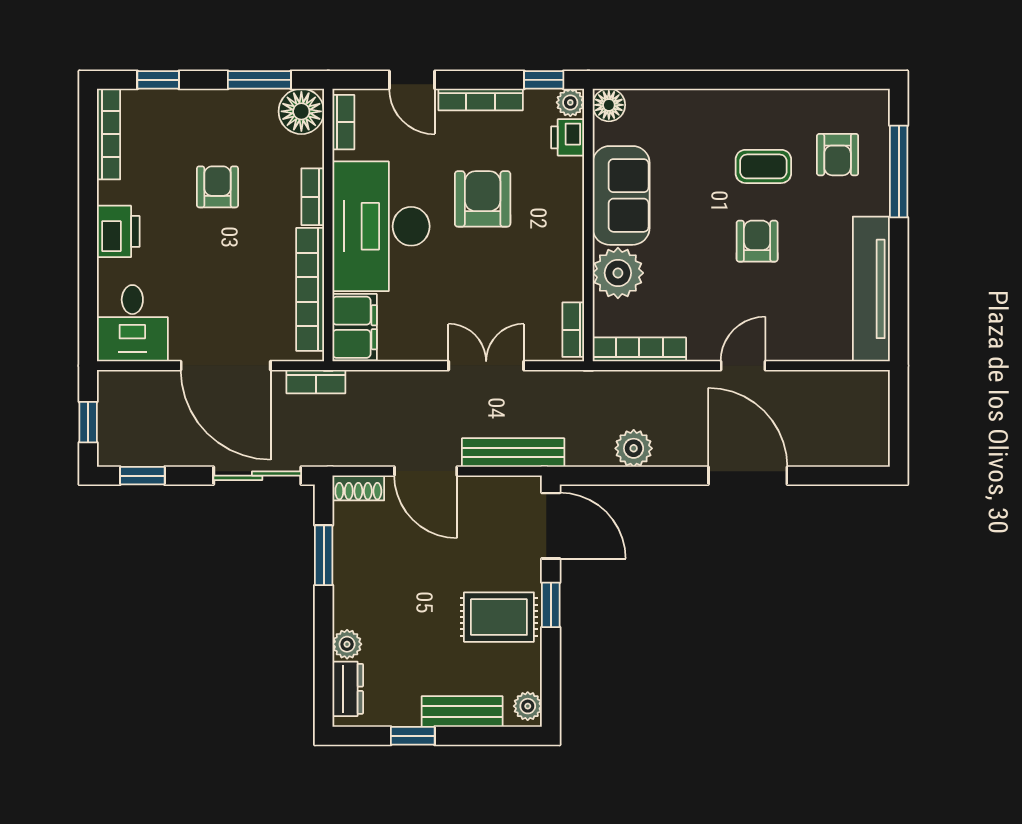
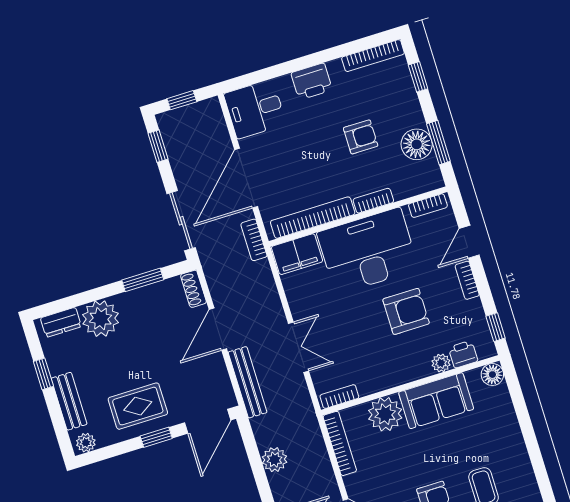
bookcase: (481, 100) -> (467, 280), width x0.64
plant: (570, 102) -> (441, 363), moved
floor lamp: (301, 111) -> (417, 144), moved
rug: (499, 617) -> (138, 406), turned 90
plant: (347, 644) -> (101, 319), width x1.87, depth x1.87

